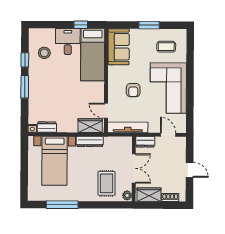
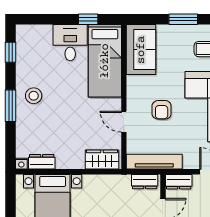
stool: (44, 53) -> (34, 96), moved
window: (25, 60) -> (10, 52), moved
door: (106, 111) -> (124, 122), moved
dresser: (90, 141) -> (145, 182), moved, width x0.70

